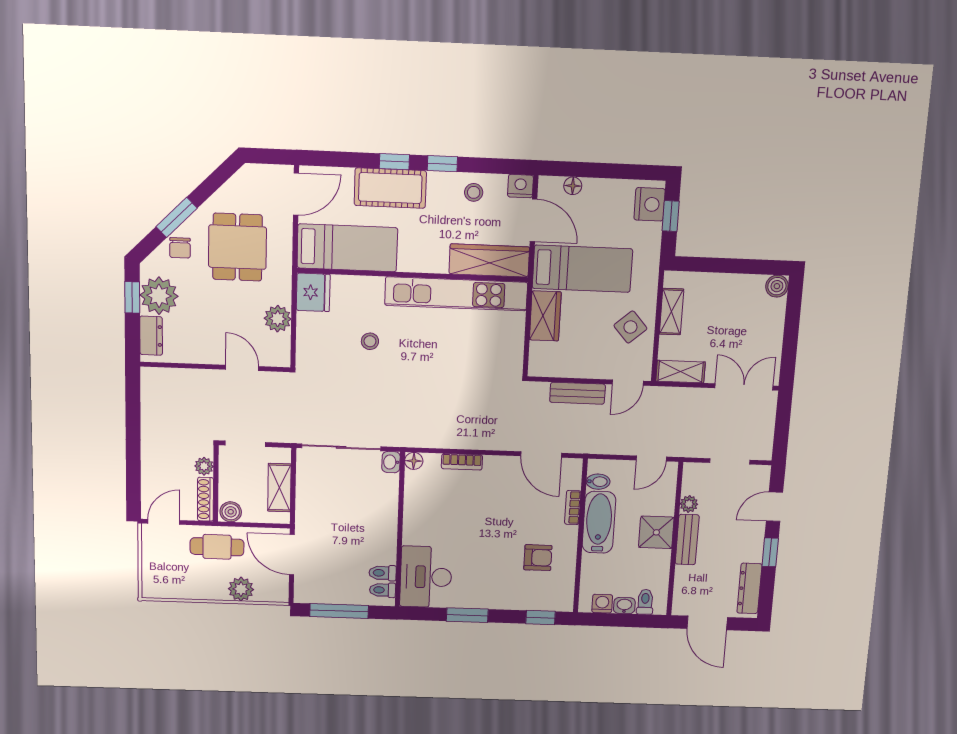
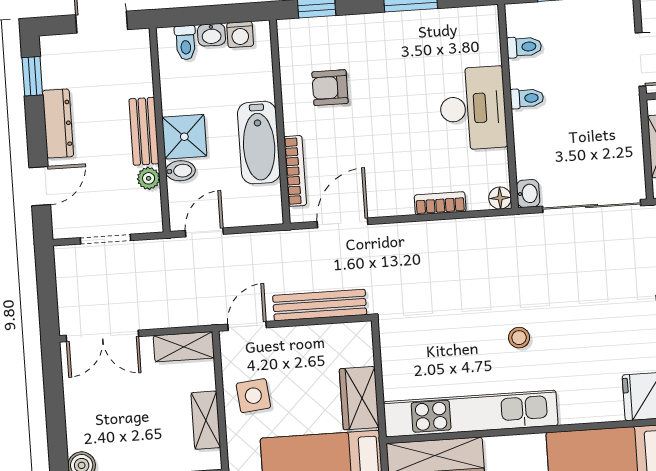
side table: (630, 327) -> (253, 396), turned 35
stool: (370, 341) -> (519, 338), moved
bench: (577, 393) -> (320, 305), width x1.36
door: (541, 455) -> (343, 223), hinge flipped
bidet: (598, 482) -> (180, 171), moved, turned 180
bookcase: (573, 508) -> (295, 171), width x1.56
window: (770, 552) -> (32, 76), moved
desk: (426, 577) -> (473, 108), moved
dresser: (749, 588) -> (58, 124), moved
toilet: (383, 590) -> (527, 98), moved

